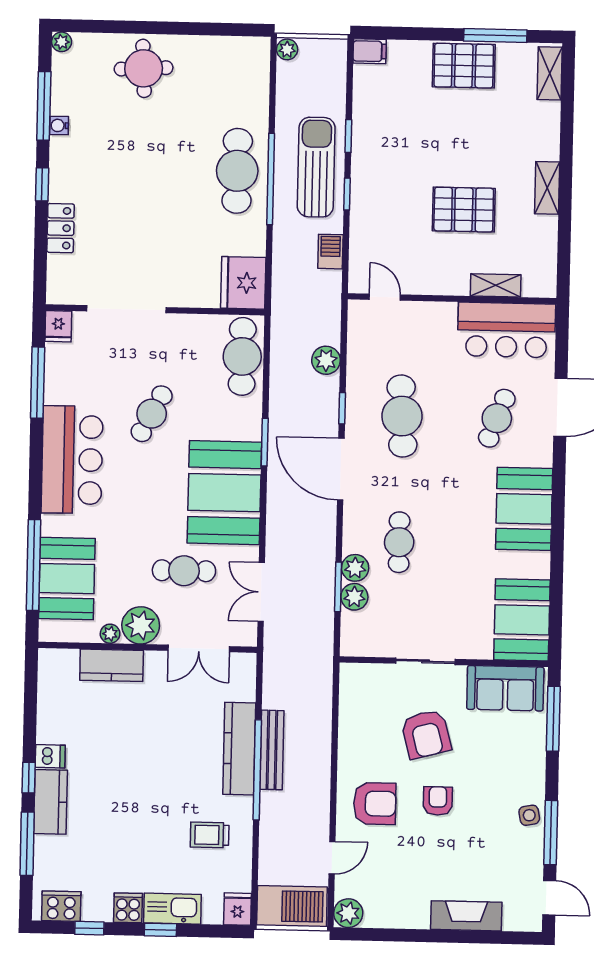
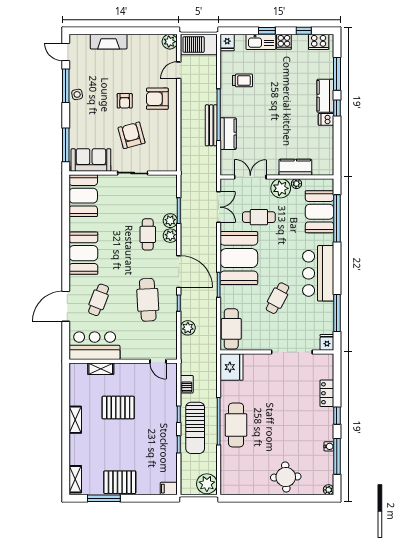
plant: (287, 49) -> (207, 484), width x1.88, depth x1.88
plant: (354, 597) -> (170, 236), moved
kitchen counter: (239, 749) -> (228, 134), width x0.67

